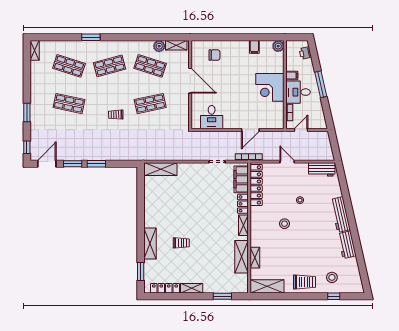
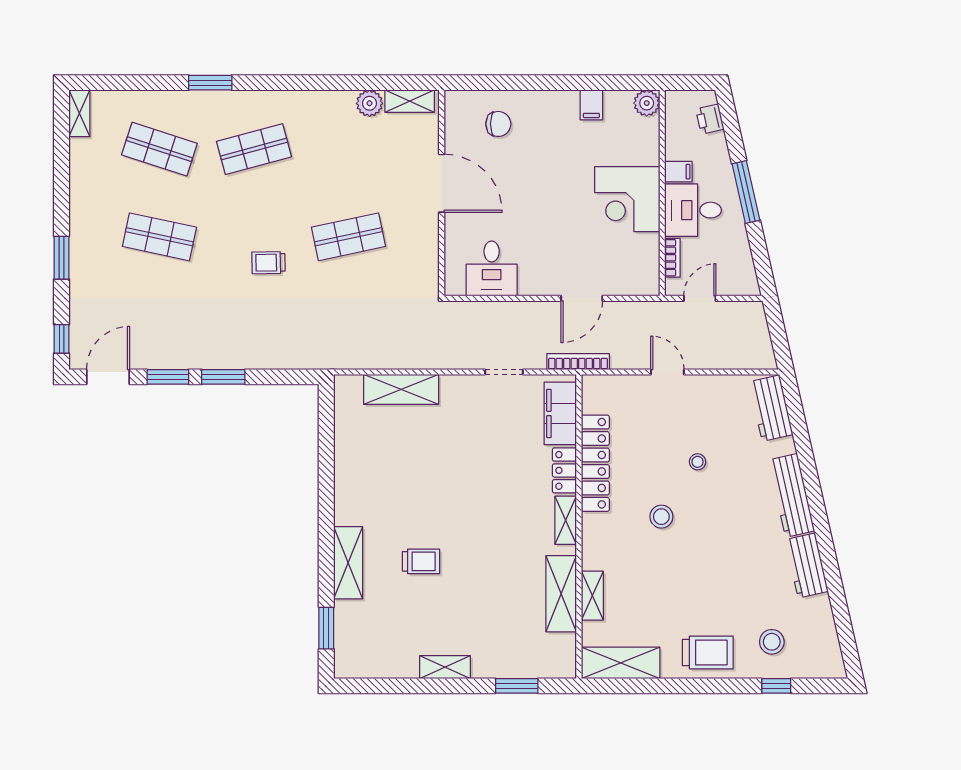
shop shelf: (150, 66) -> (348, 149), removed
shelving: (161, 169) -> (401, 389), moved
workbench: (322, 169) -> (771, 408), moved, turned 77
locker: (256, 185) -> (595, 463), moved
locker: (165, 288) -> (383, 667), removed

